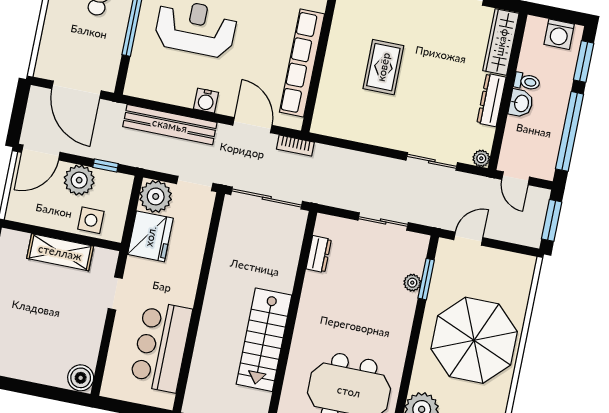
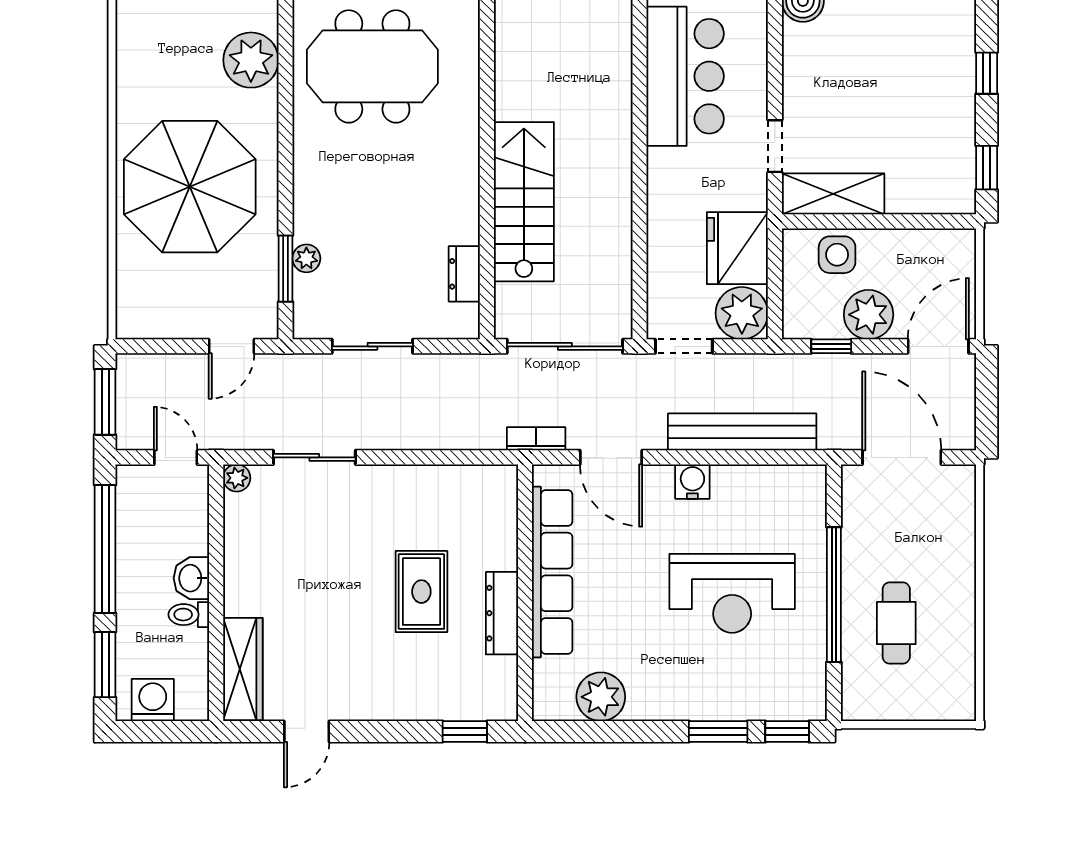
dresser: (491, 100) -> (502, 613), moved, turned 180
shelving: (60, 252) -> (833, 194), moved
stairs: (264, 340) -> (524, 202), moved

